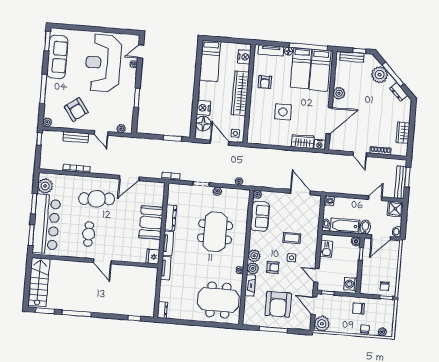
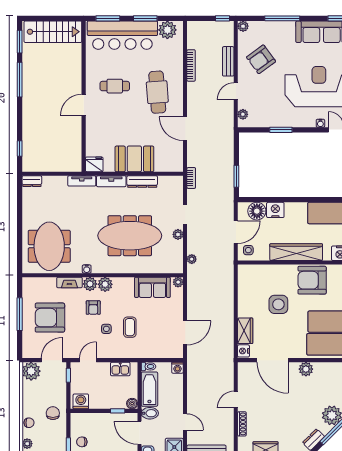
armchair: (265, 82) -> (312, 280), width x1.88, depth x1.88
meeting table: (215, 232) -> (130, 236), width x1.36

